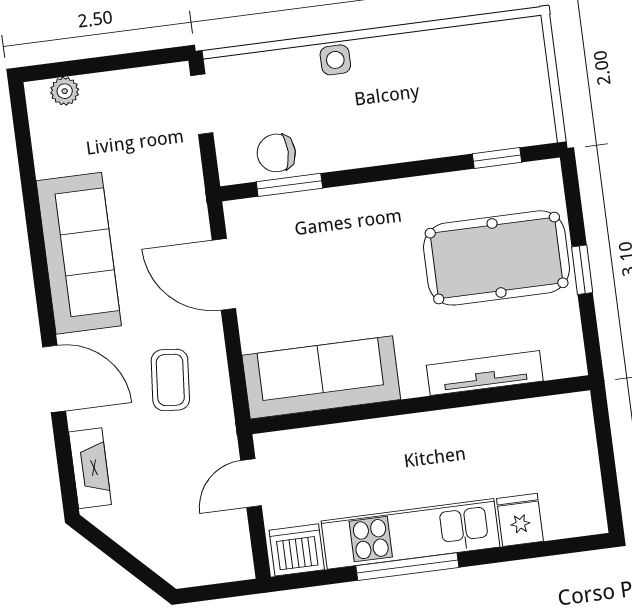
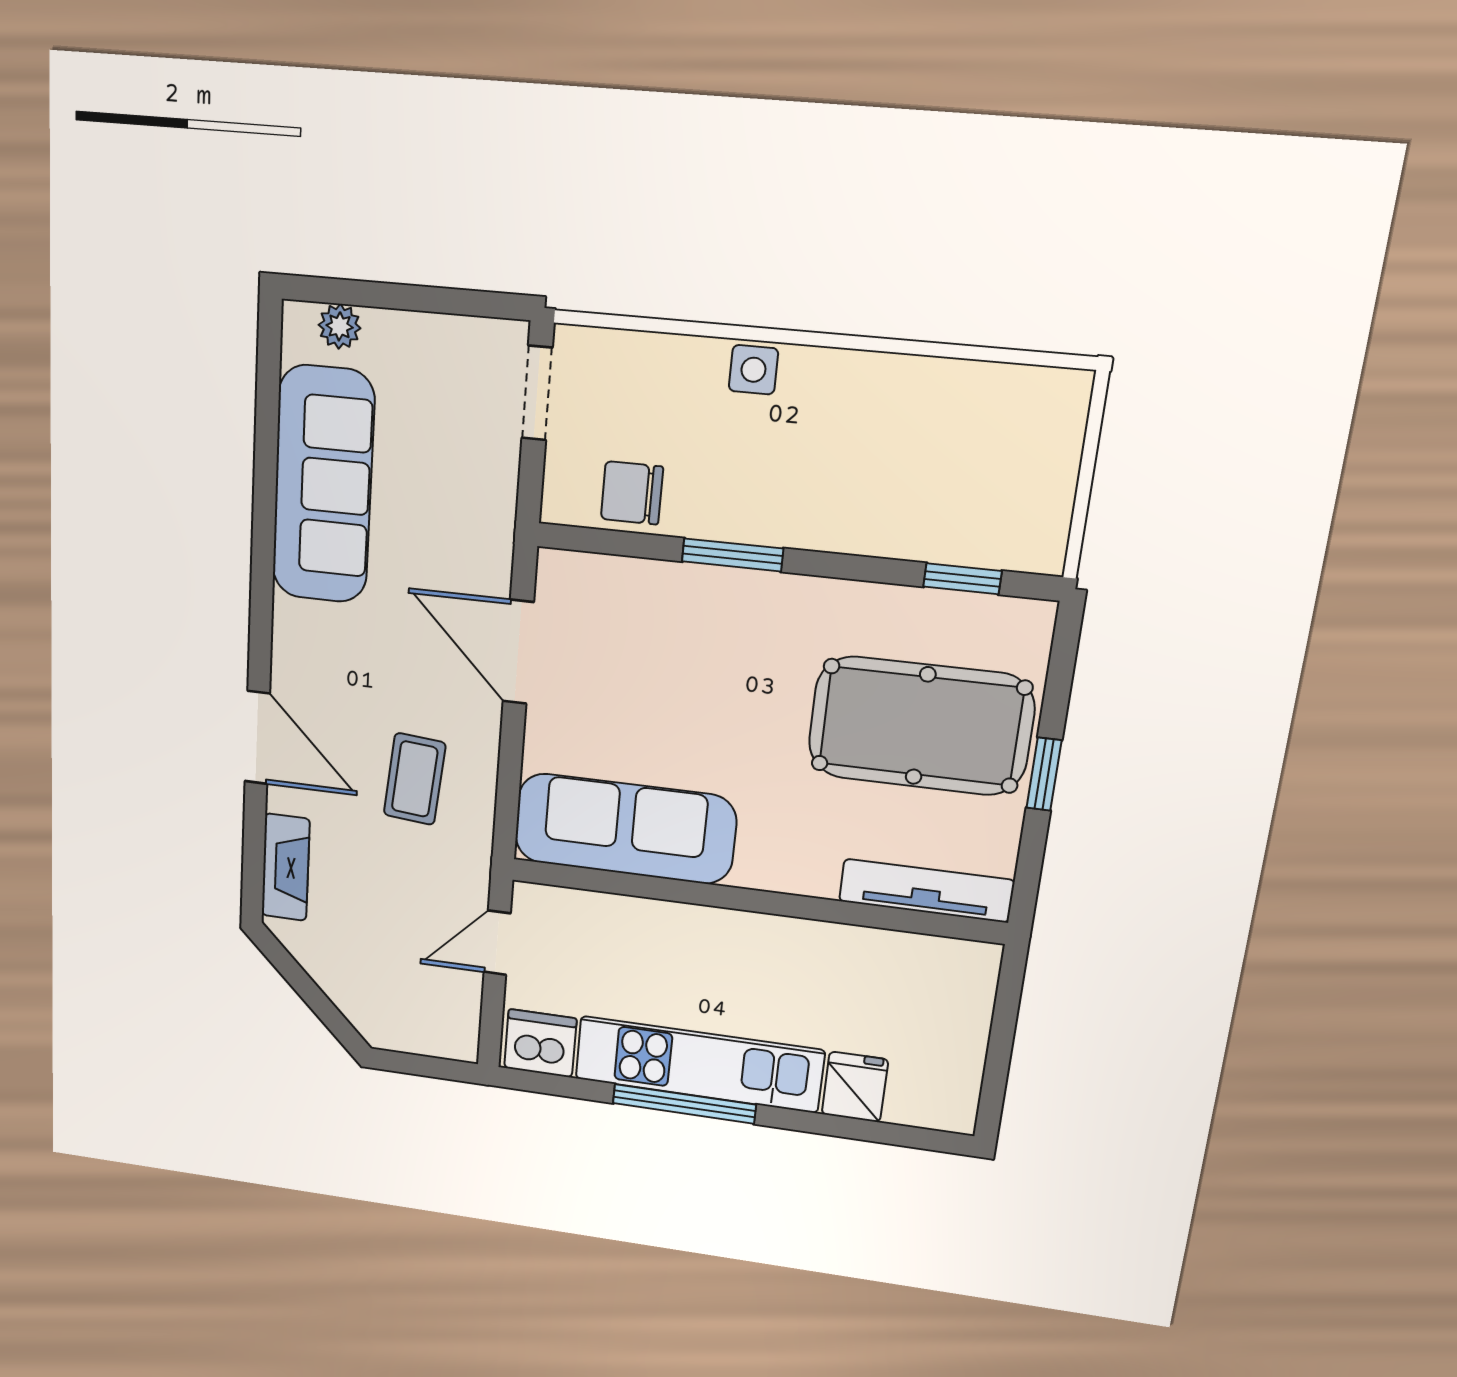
window: (289, 185) -> (733, 555), moved
sofa: (79, 253) -> (323, 485), moved
tv unit: (485, 373) -> (926, 891), moved

